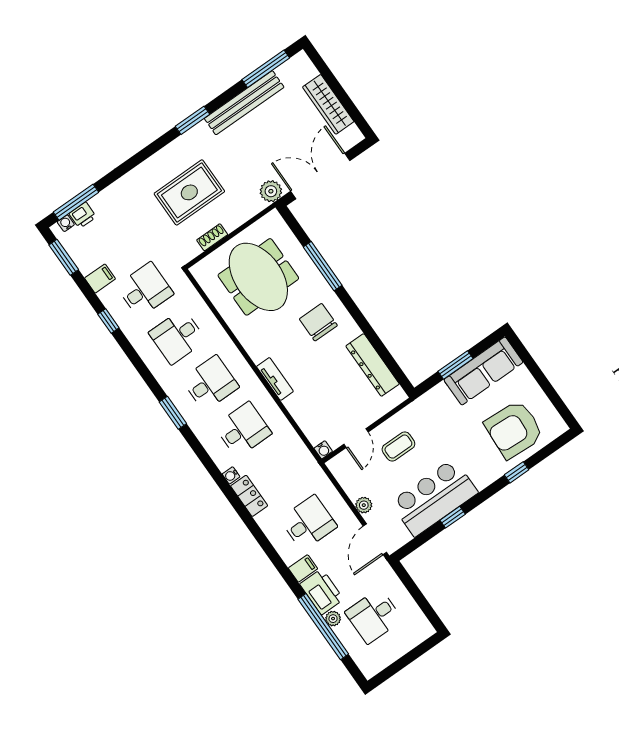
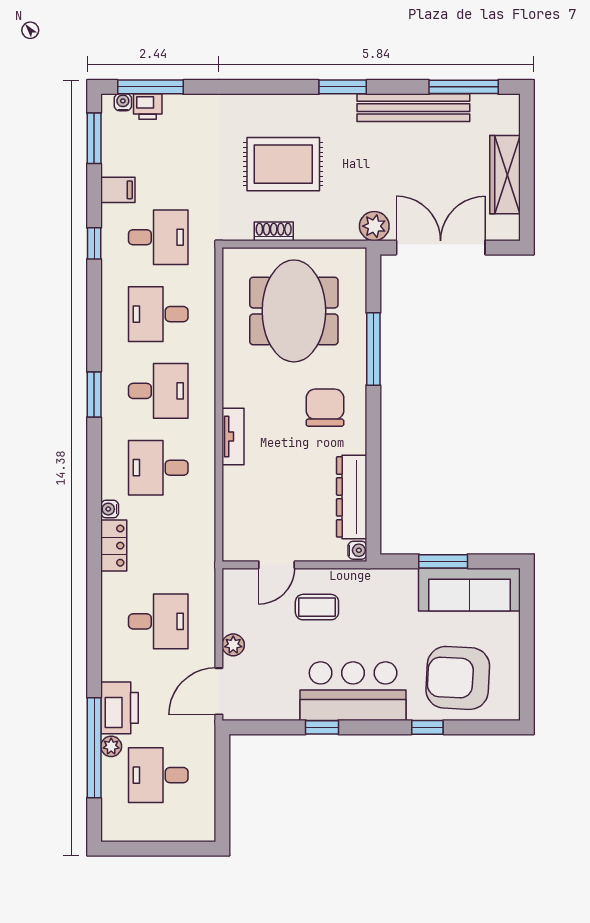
desk: (243, 430) -> (158, 468), turned 180
water cooler: (323, 450) -> (357, 550), moved, turned -90
bar counter: (434, 498) -> (353, 691), moved
filing cabinet: (303, 568) -> (117, 668), removed

